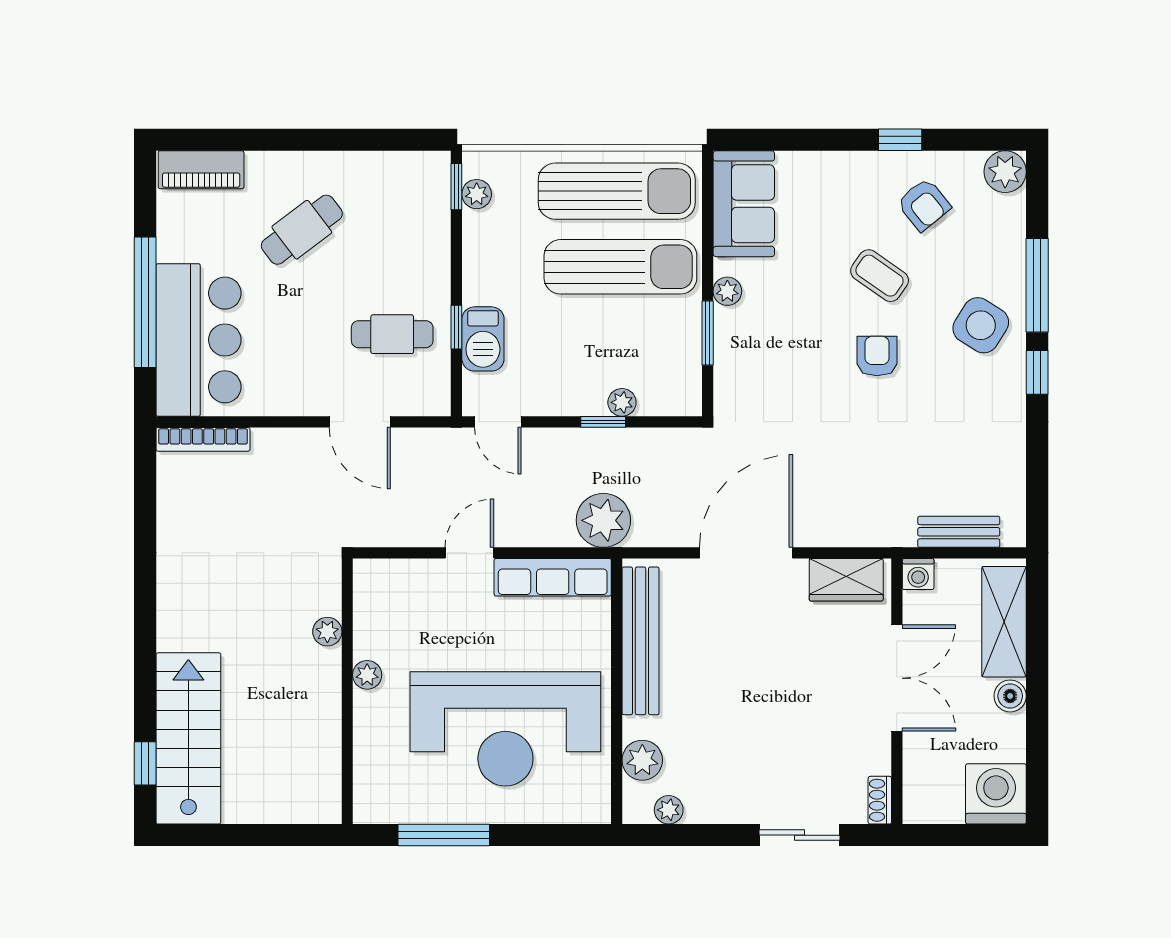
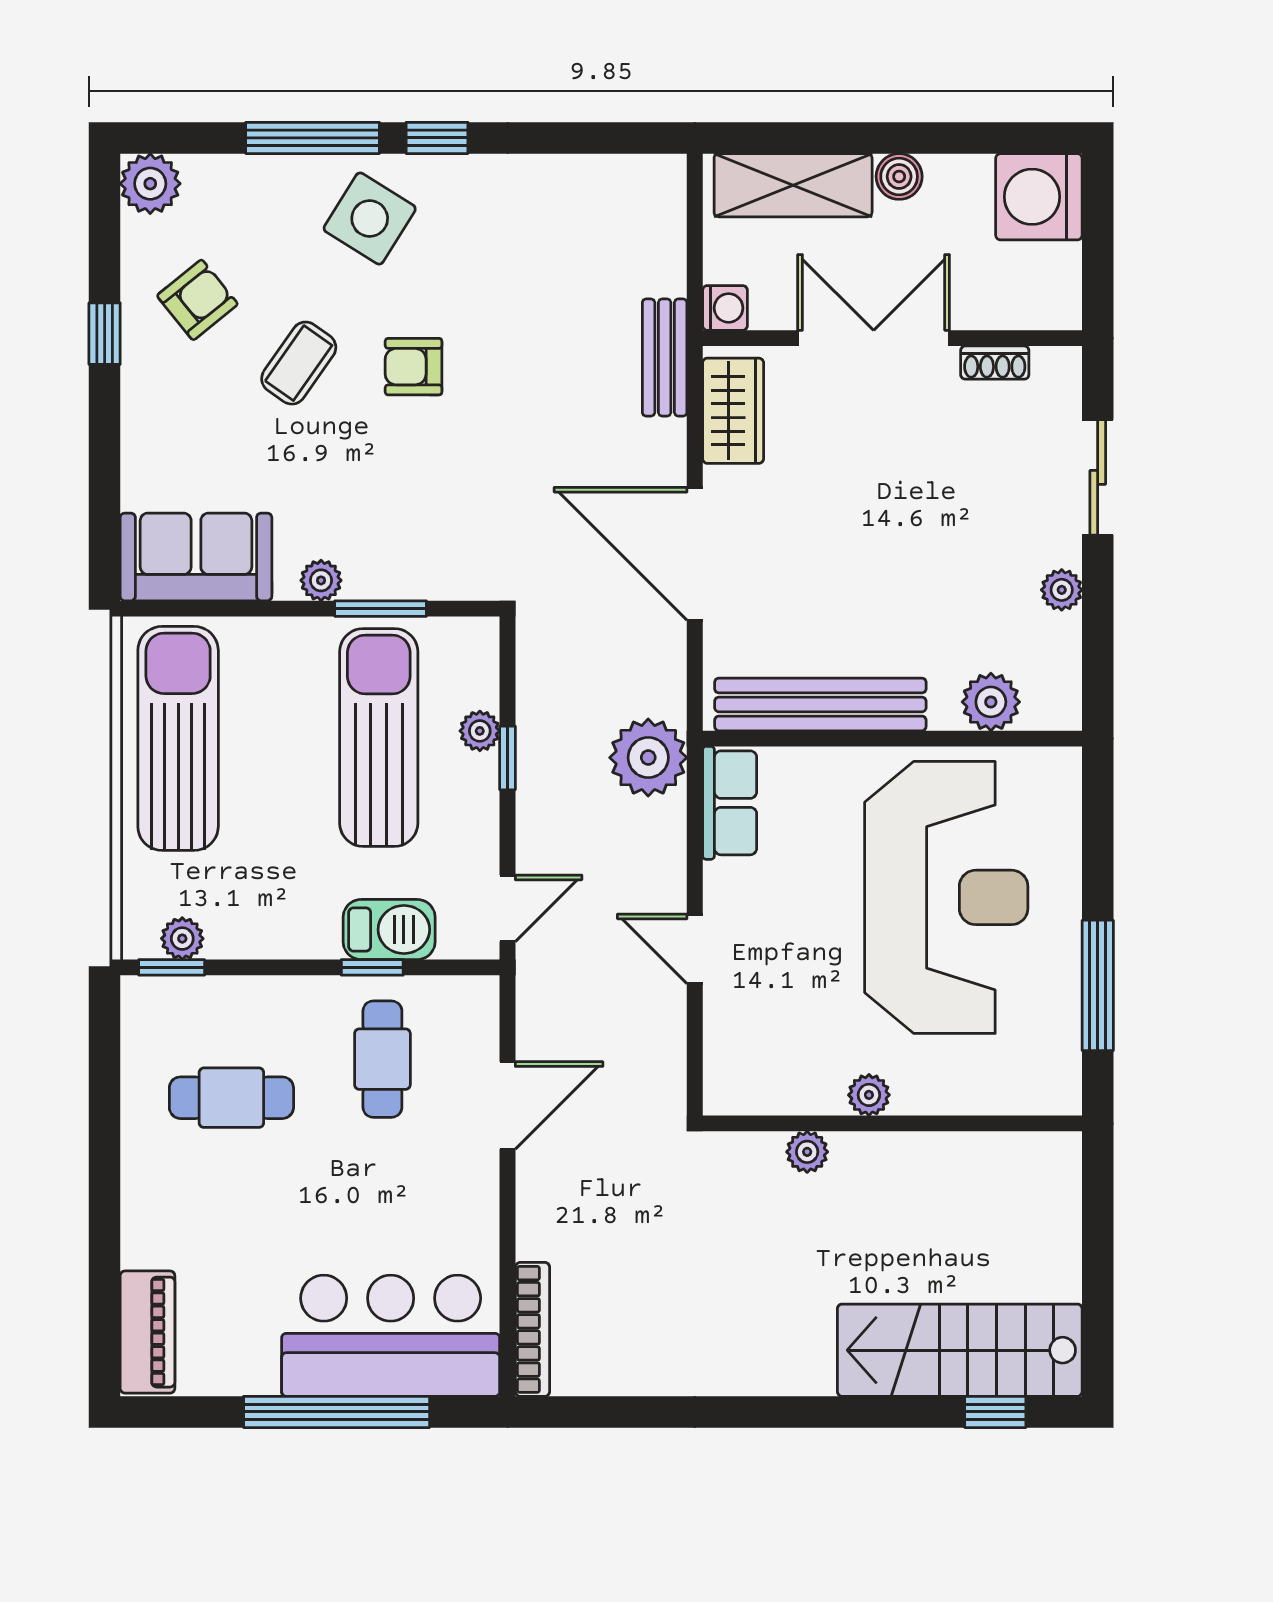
cafe table: (302, 230) -> (231, 1098), moved, turned -53
sun lounger: (620, 267) -> (379, 737), moved
bench: (959, 532) -> (665, 357), moved
row of seats: (553, 577) -> (730, 803), width x0.68
shoe rack: (880, 800) -> (995, 363), moved
plant: (669, 810) -> (1062, 590), moved

